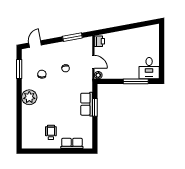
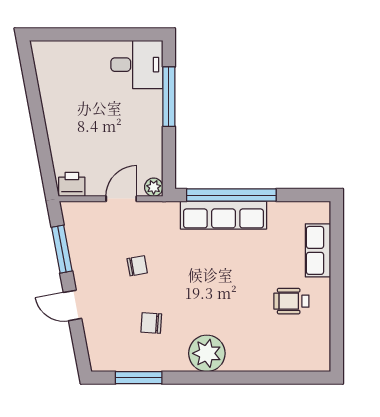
door: (35, 44) -> (72, 305), moved
row of seats: (87, 104) -> (224, 215), width x1.48
window: (95, 107) -> (231, 195), width x2.11

